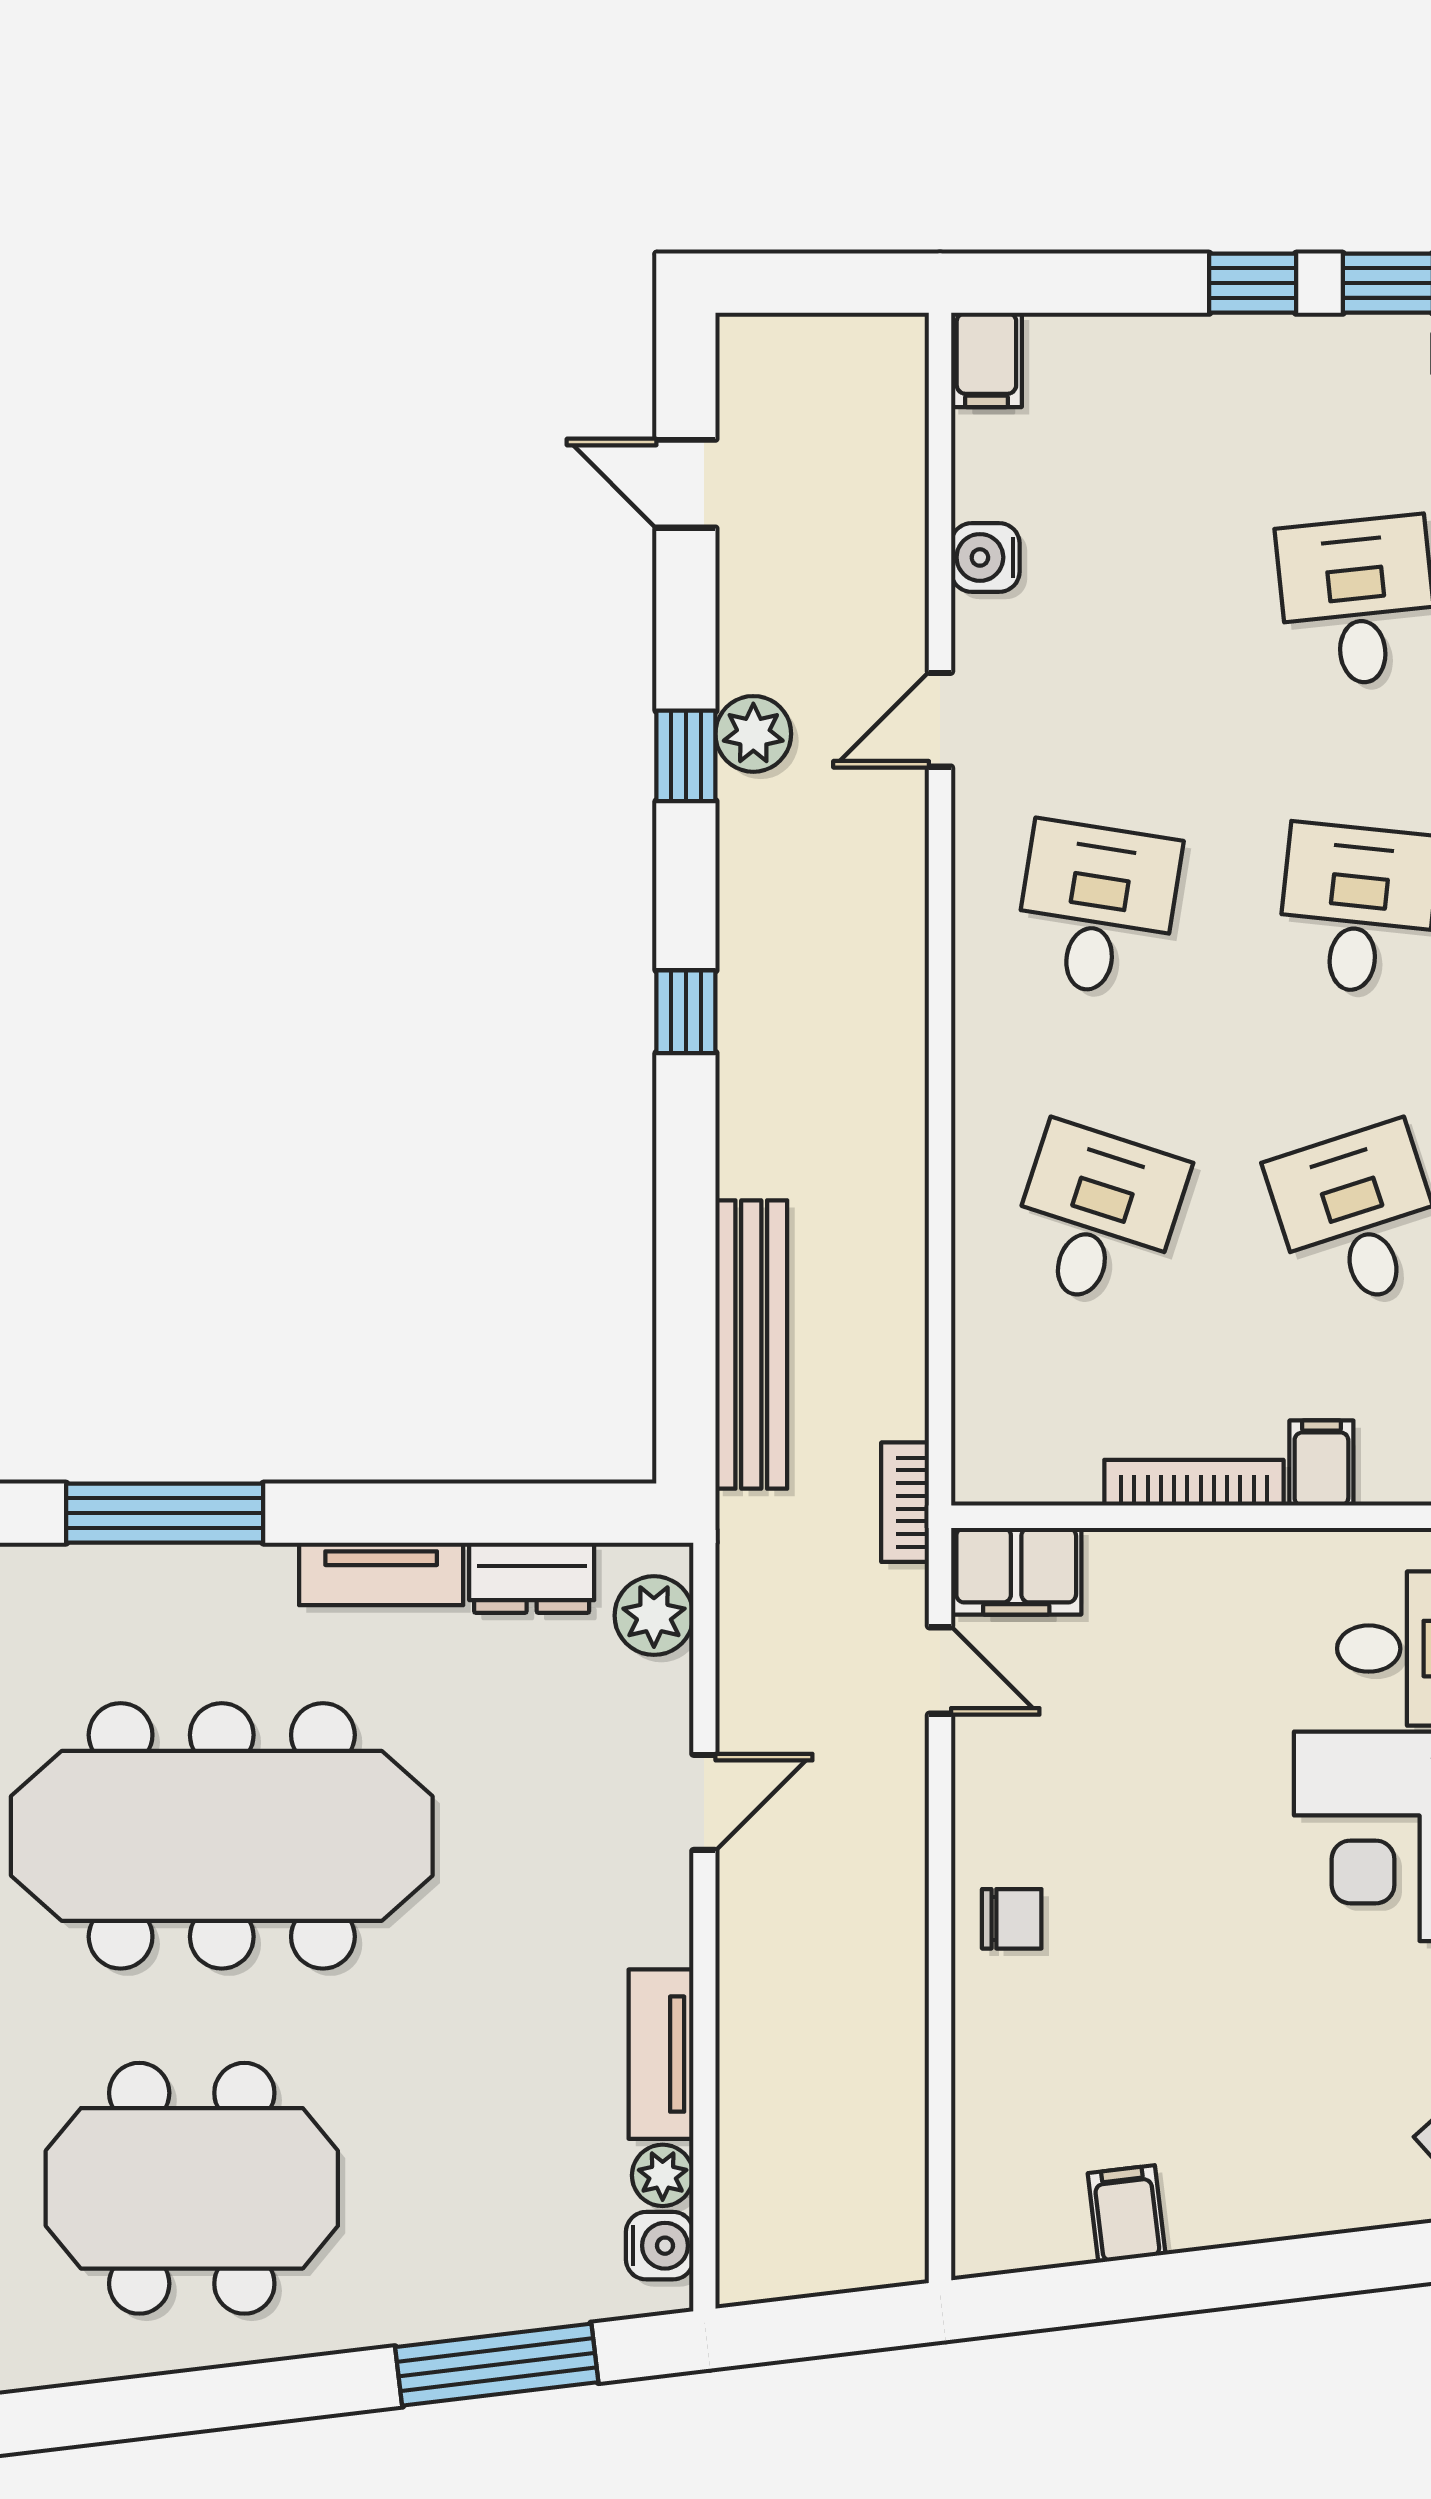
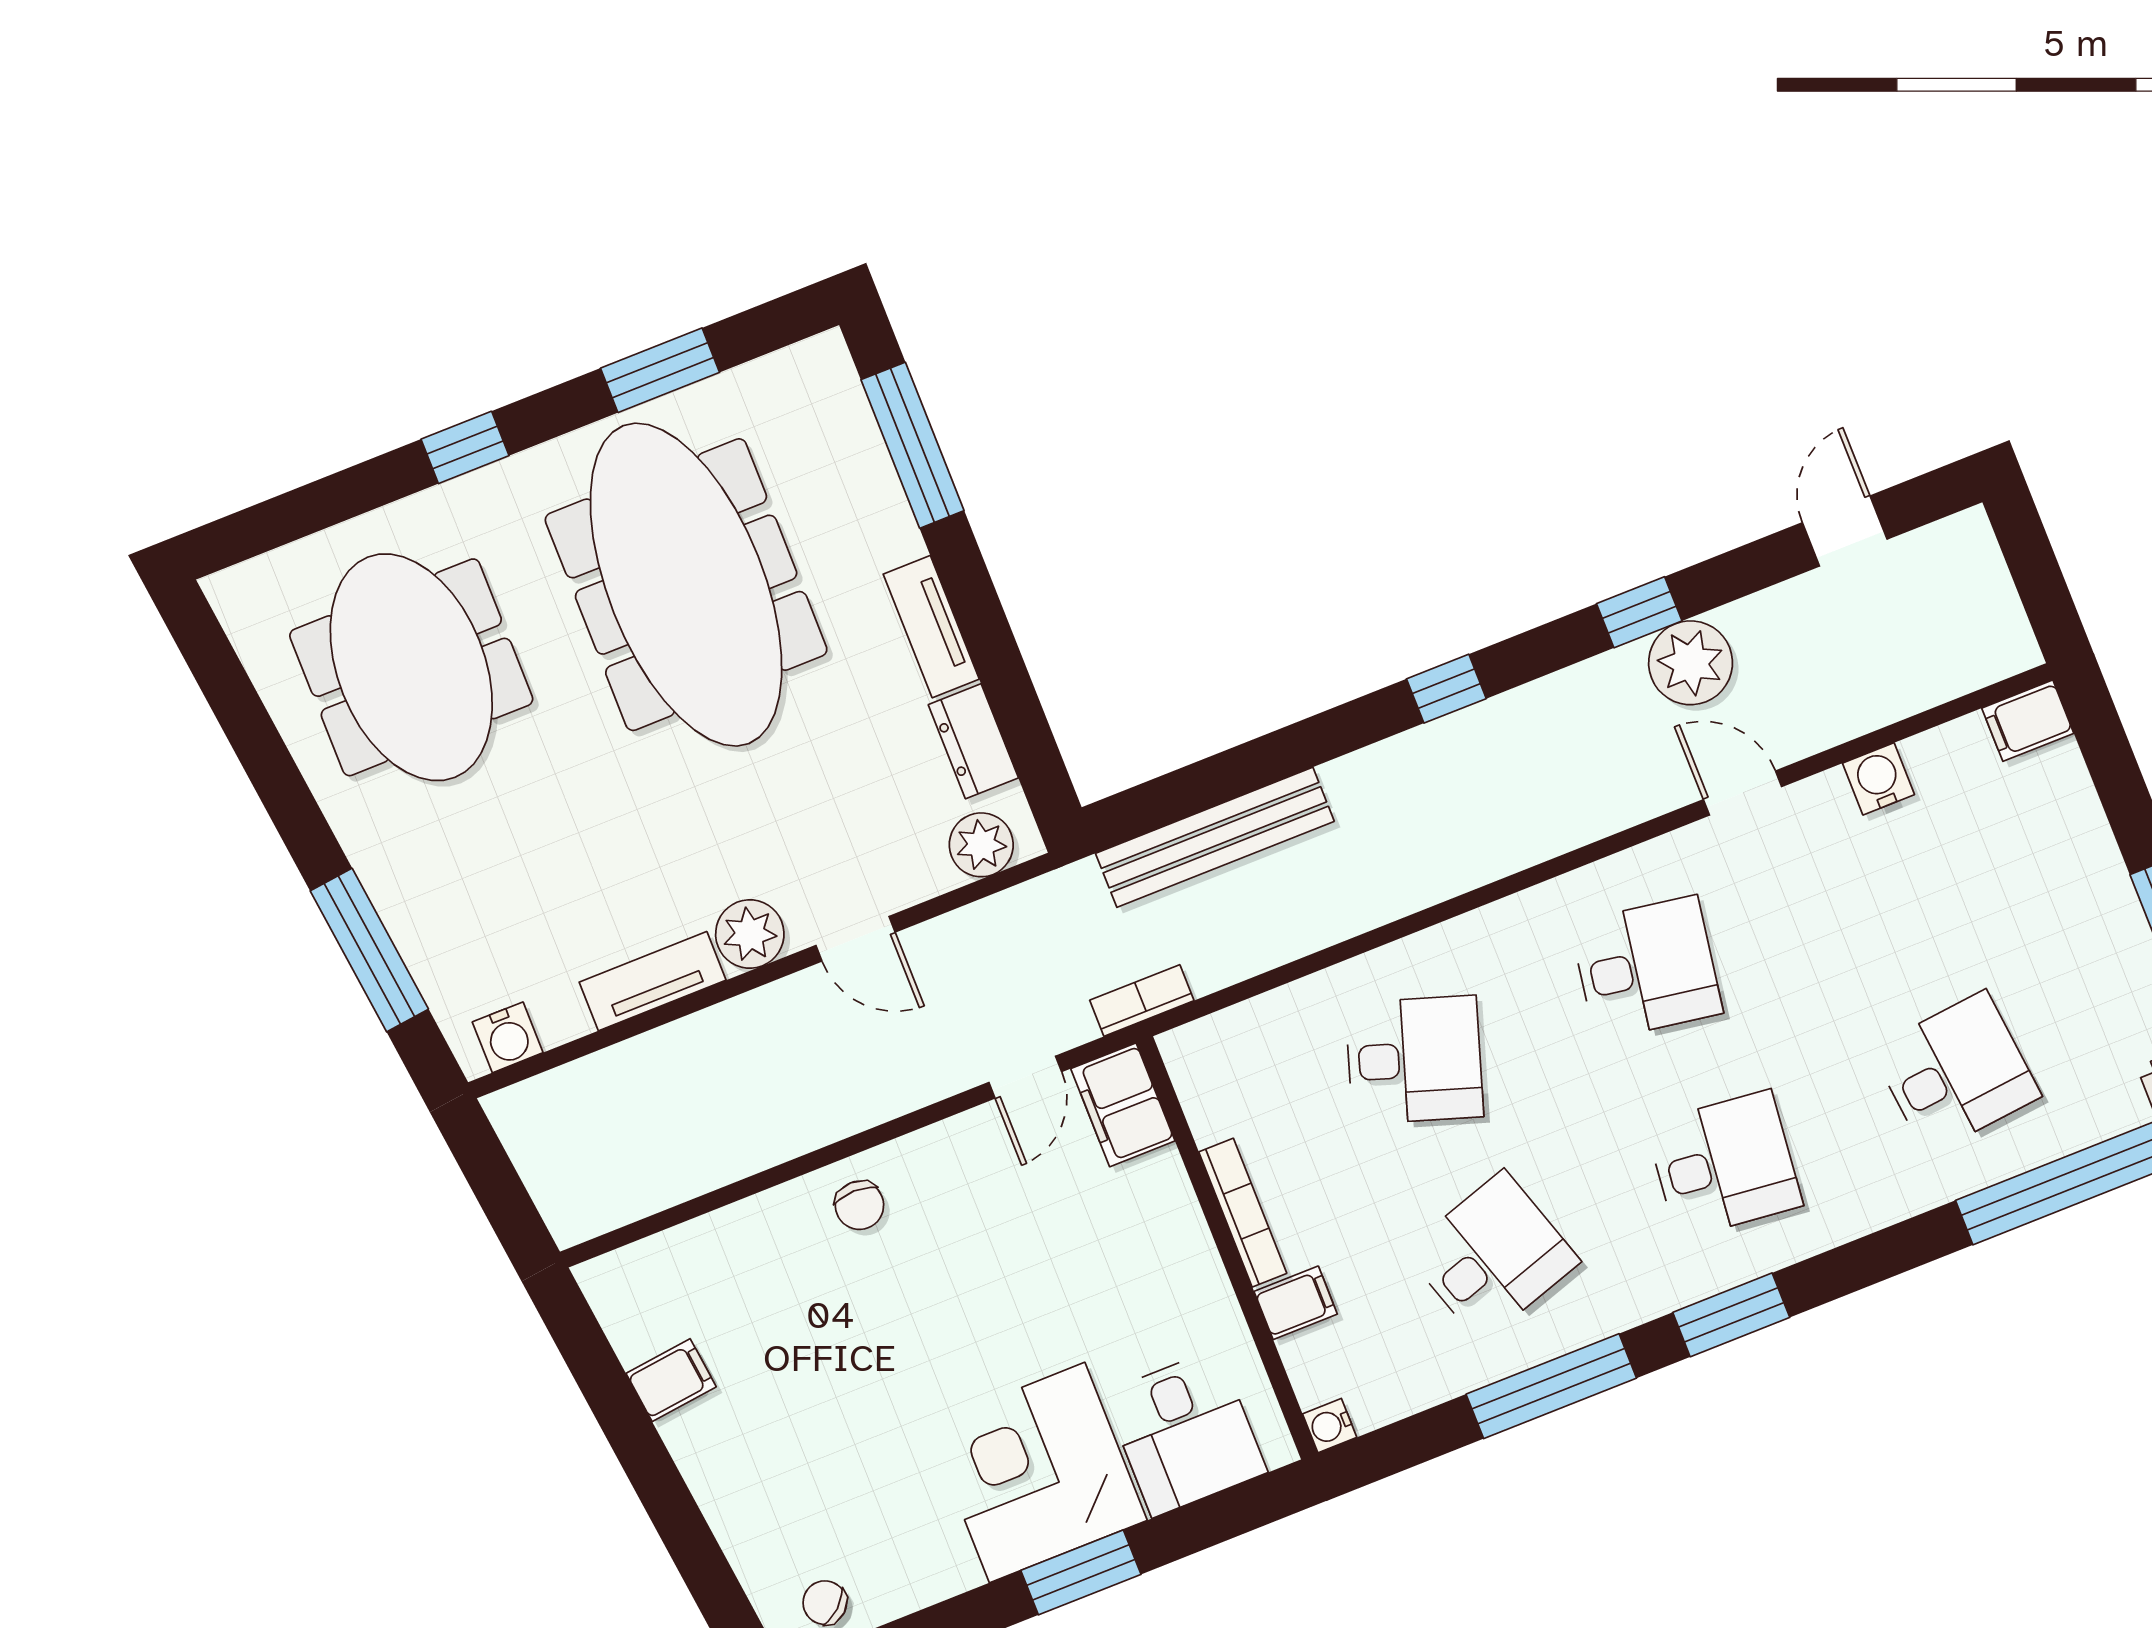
plant: (753, 734) -> (1691, 663), width x1.36, depth x1.36
plant: (663, 2175) -> (750, 934), moved, width x1.38, depth x1.38

